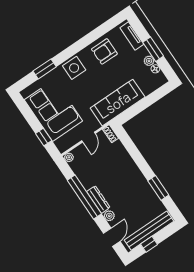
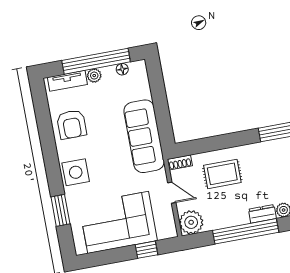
window: (153, 49) -> (96, 61), width x2.11
plant: (149, 61) -> (94, 76), moved
plant: (69, 157) -> (191, 222), width x1.88, depth x1.88
rug: (115, 165) -> (222, 174), added
dresser: (98, 200) -> (262, 214), width x0.70

